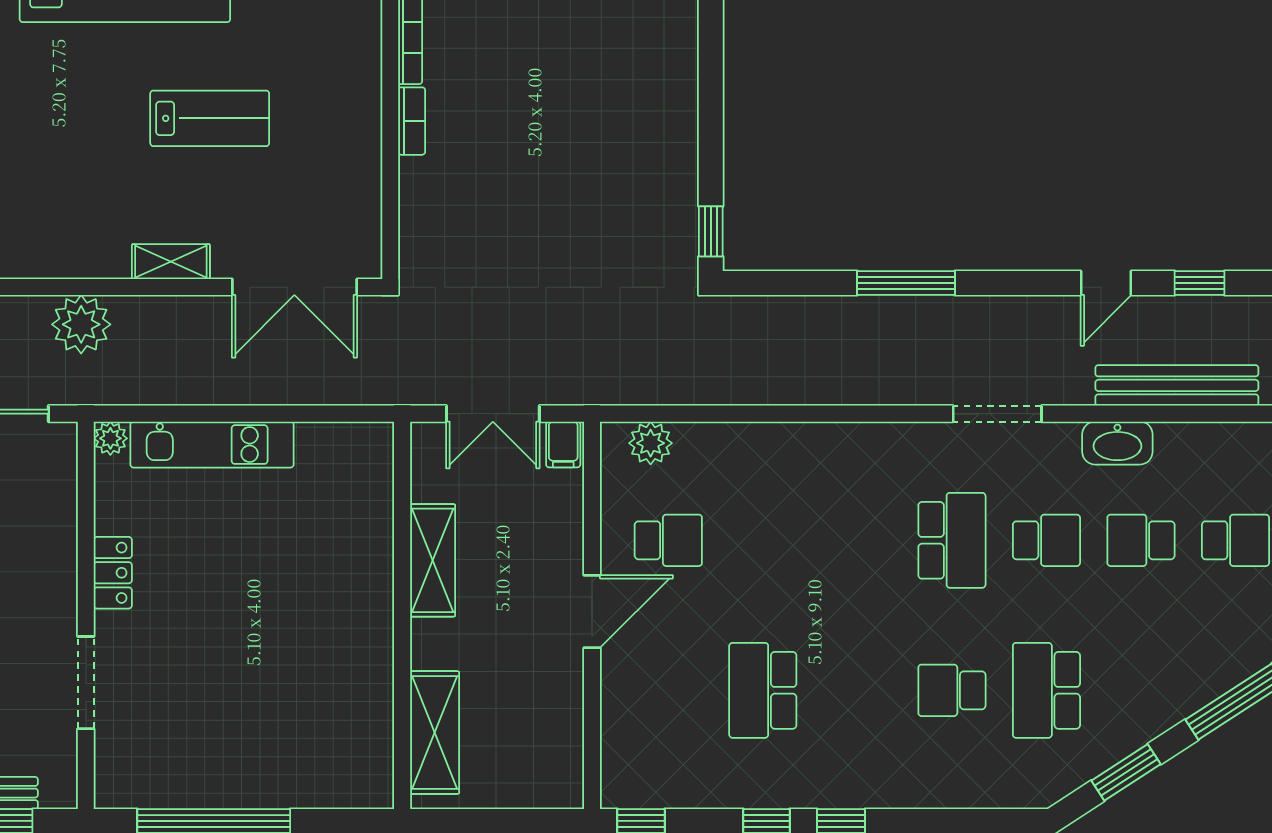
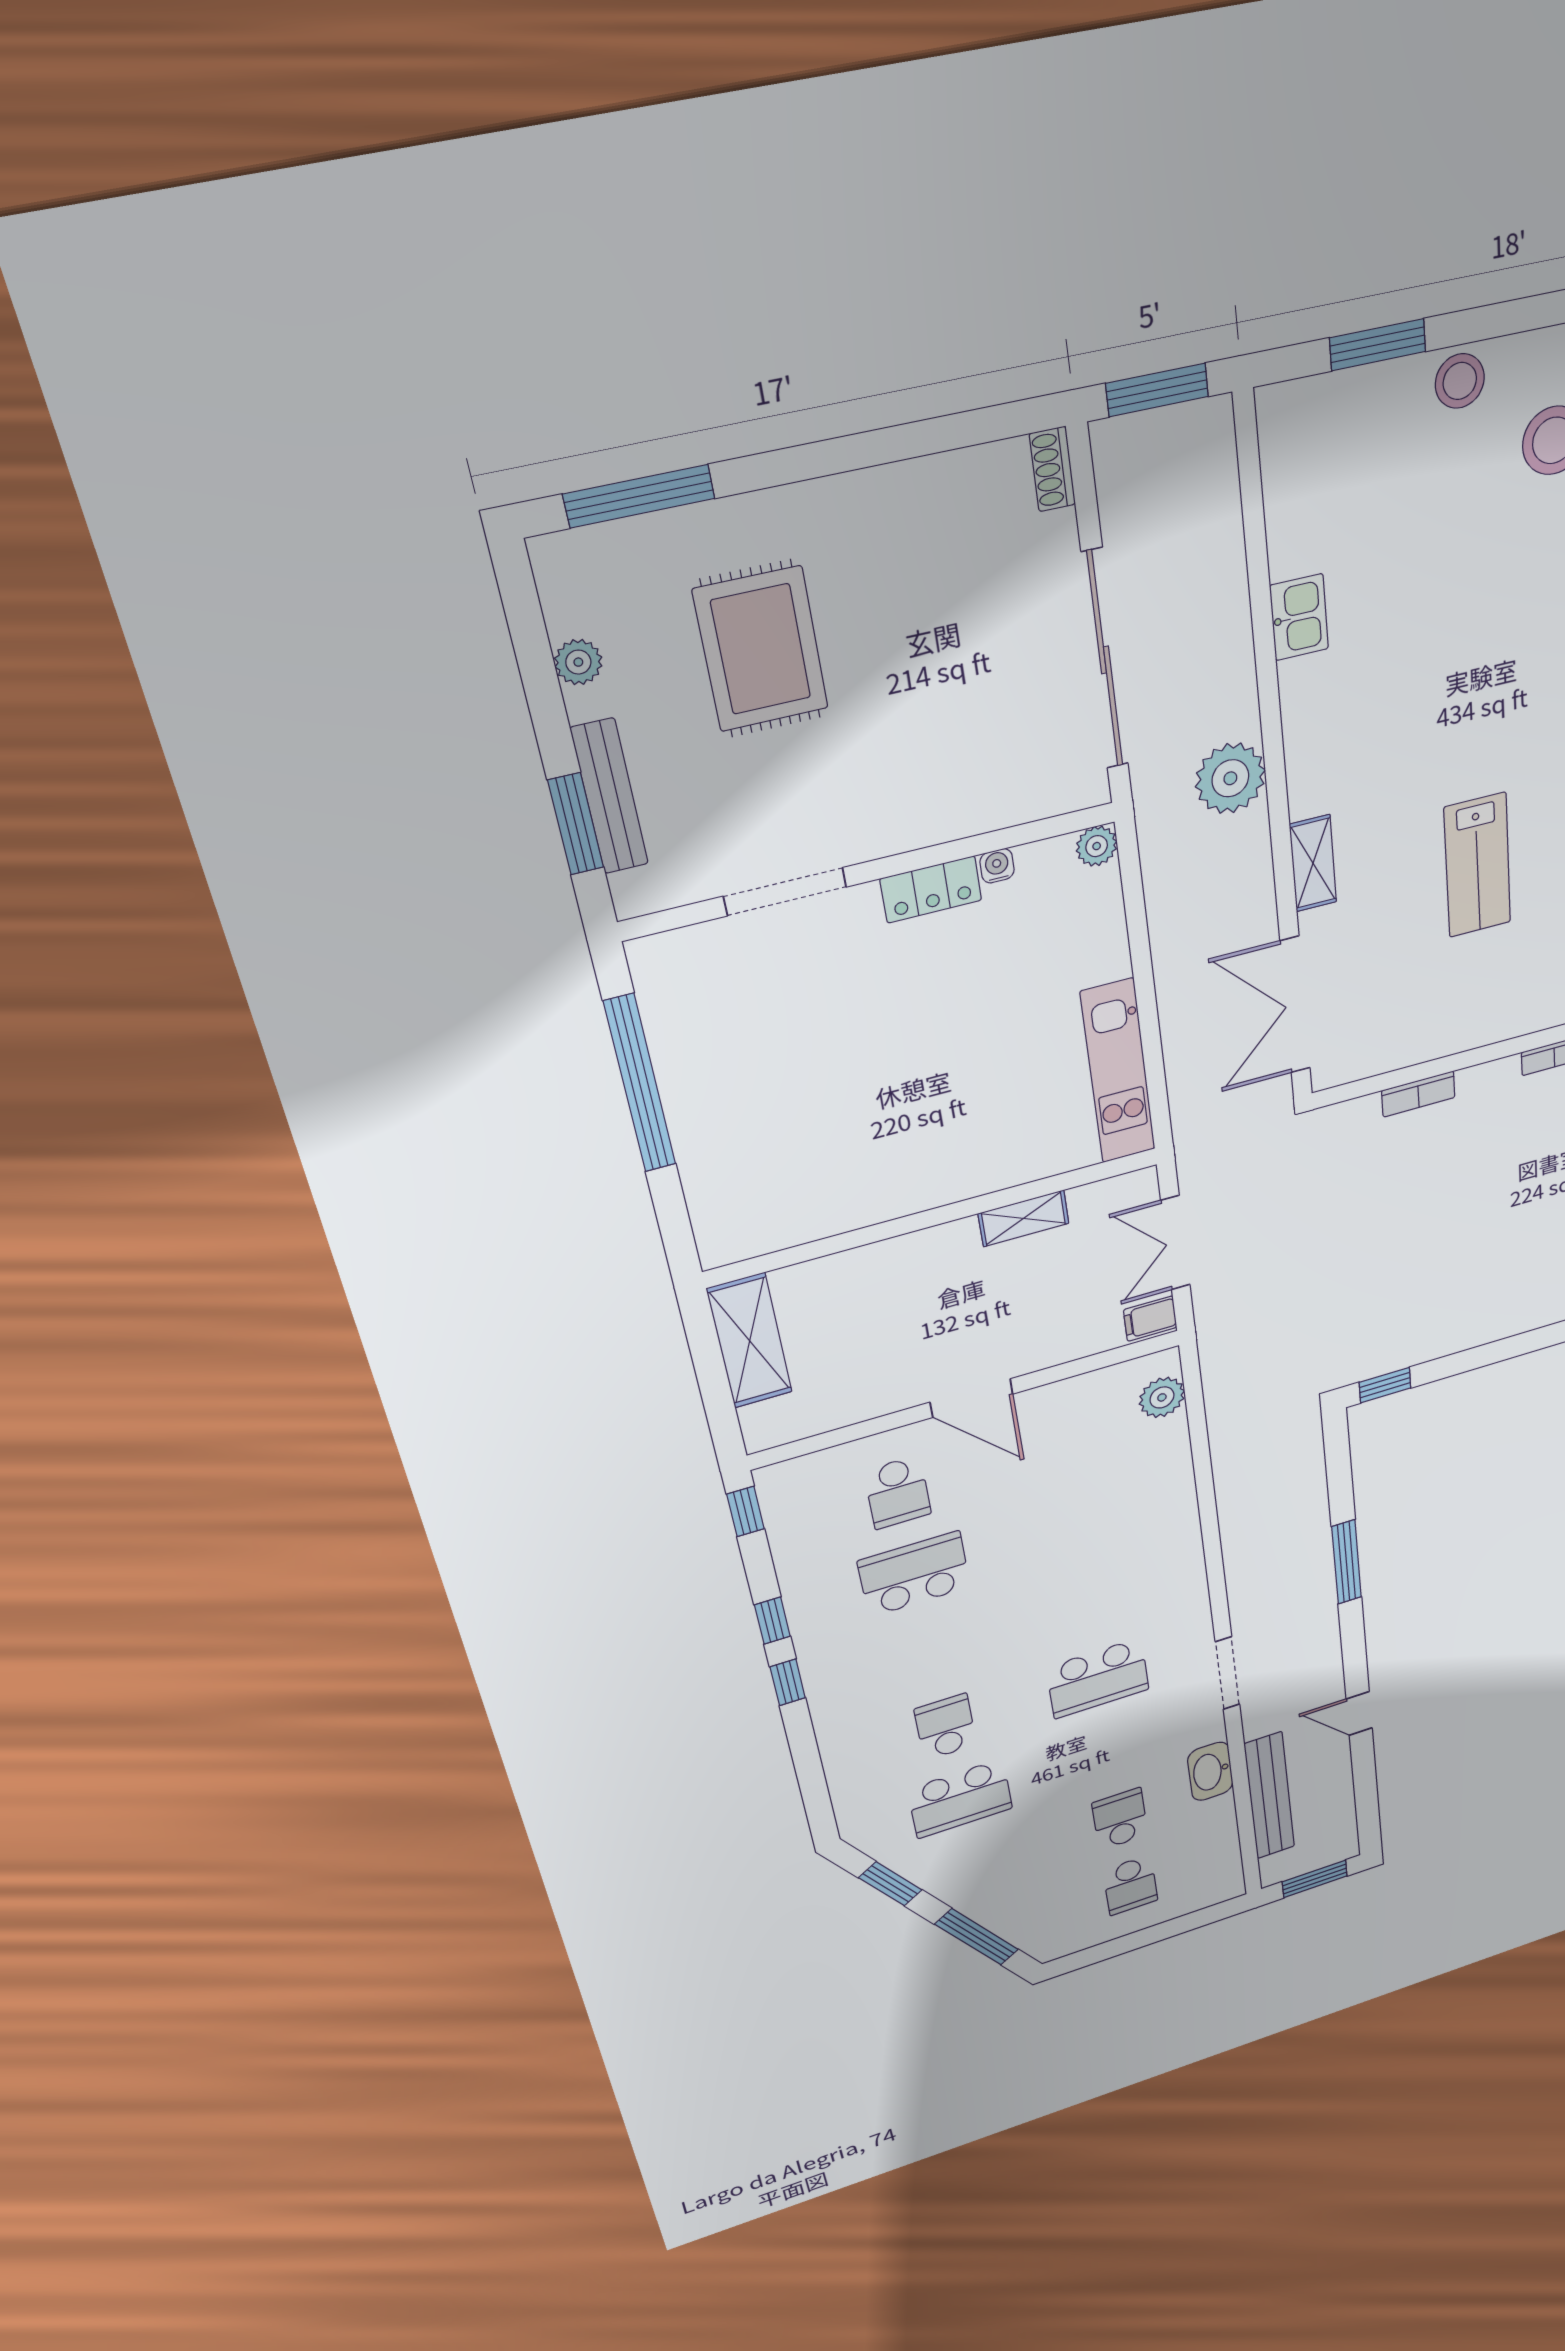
bookcase: (412, 121) -> (1418, 1094), moved
window: (1200, 283) -> (1365, 1780), removed
kitchen unit: (212, 445) -> (1118, 1072), moved
water cooler: (107, 519) -> (997, 866), added
school desk: (668, 540) -> (897, 1492), moved
school desk: (1046, 540) -> (1109, 1750), removed
shelving: (433, 560) -> (1024, 1218), width x0.67, depth x0.75
school desk: (1046, 690) -> (960, 1799), turned 180
shelving: (435, 733) -> (750, 1341), moved, turned 90

